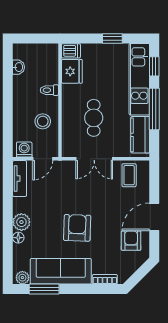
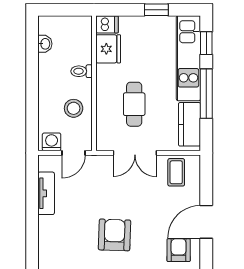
tv unit: (20, 179) -> (46, 193), moved
plant: (21, 222) -> (48, 228), removed
floor lamp: (18, 238) -> (45, 247), removed

